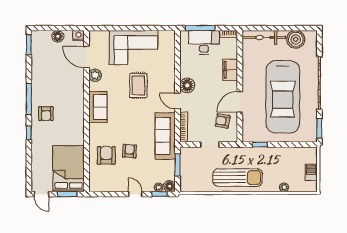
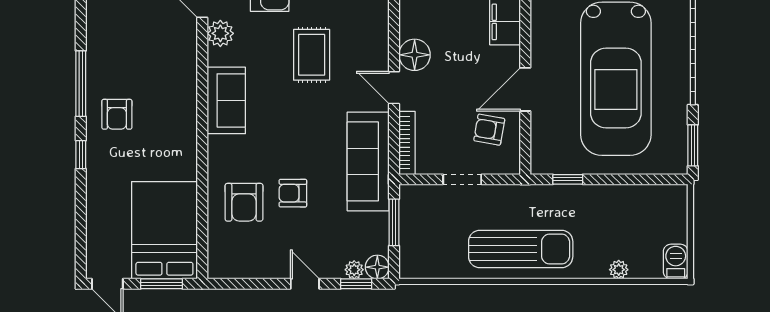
armchair: (130, 151) -> (293, 193), turned -94
armchair: (106, 155) -> (244, 202), turned 180
barbecue: (311, 172) -> (676, 262), moved

